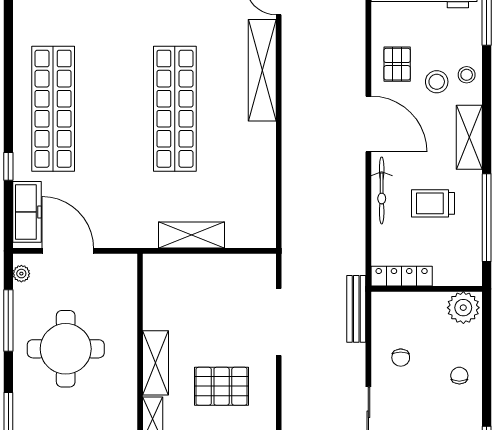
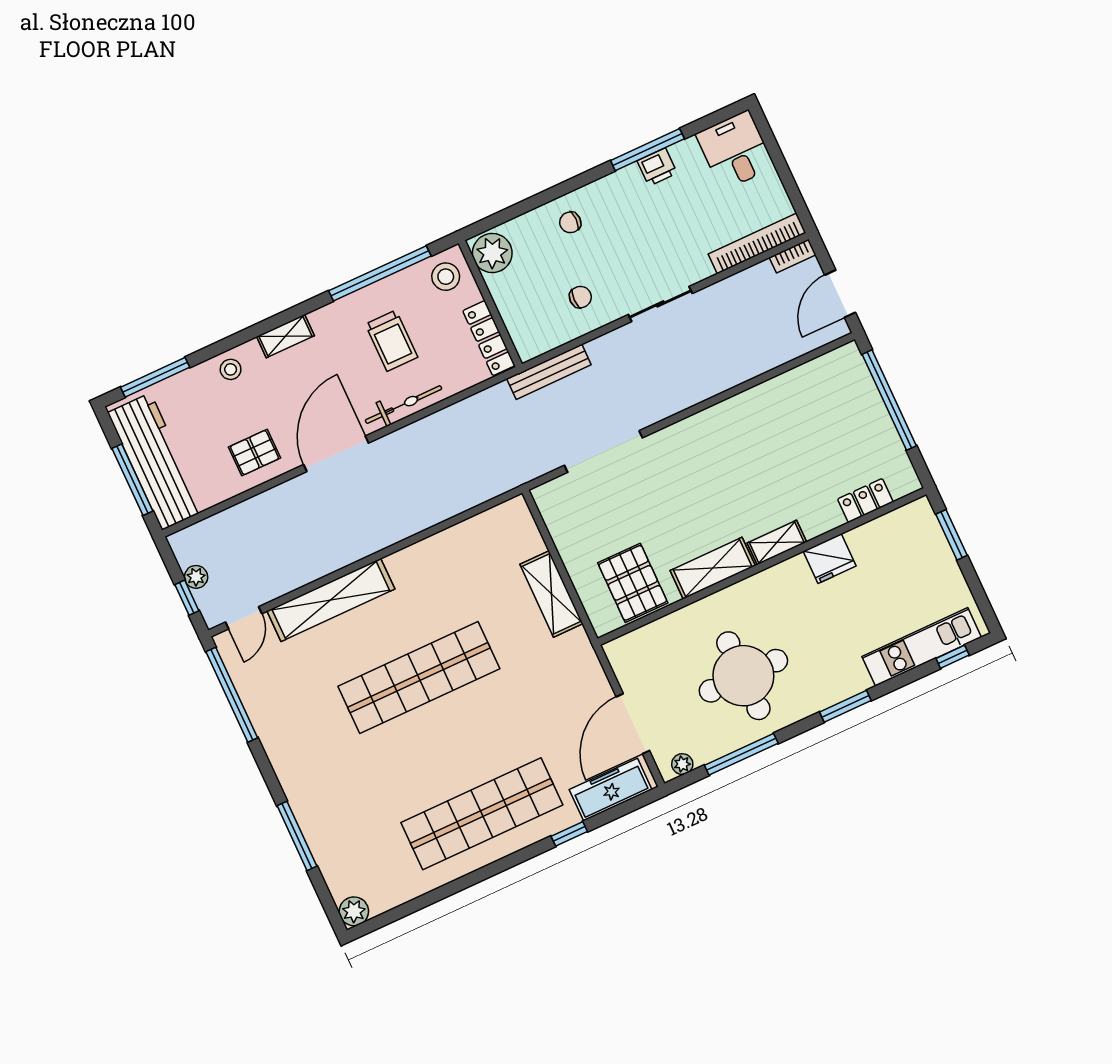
stool: (437, 82) -> (446, 277), moved
shelving: (469, 137) -> (285, 336), width x0.67, depth x0.75
pallet: (222, 386) -> (633, 583), moved

